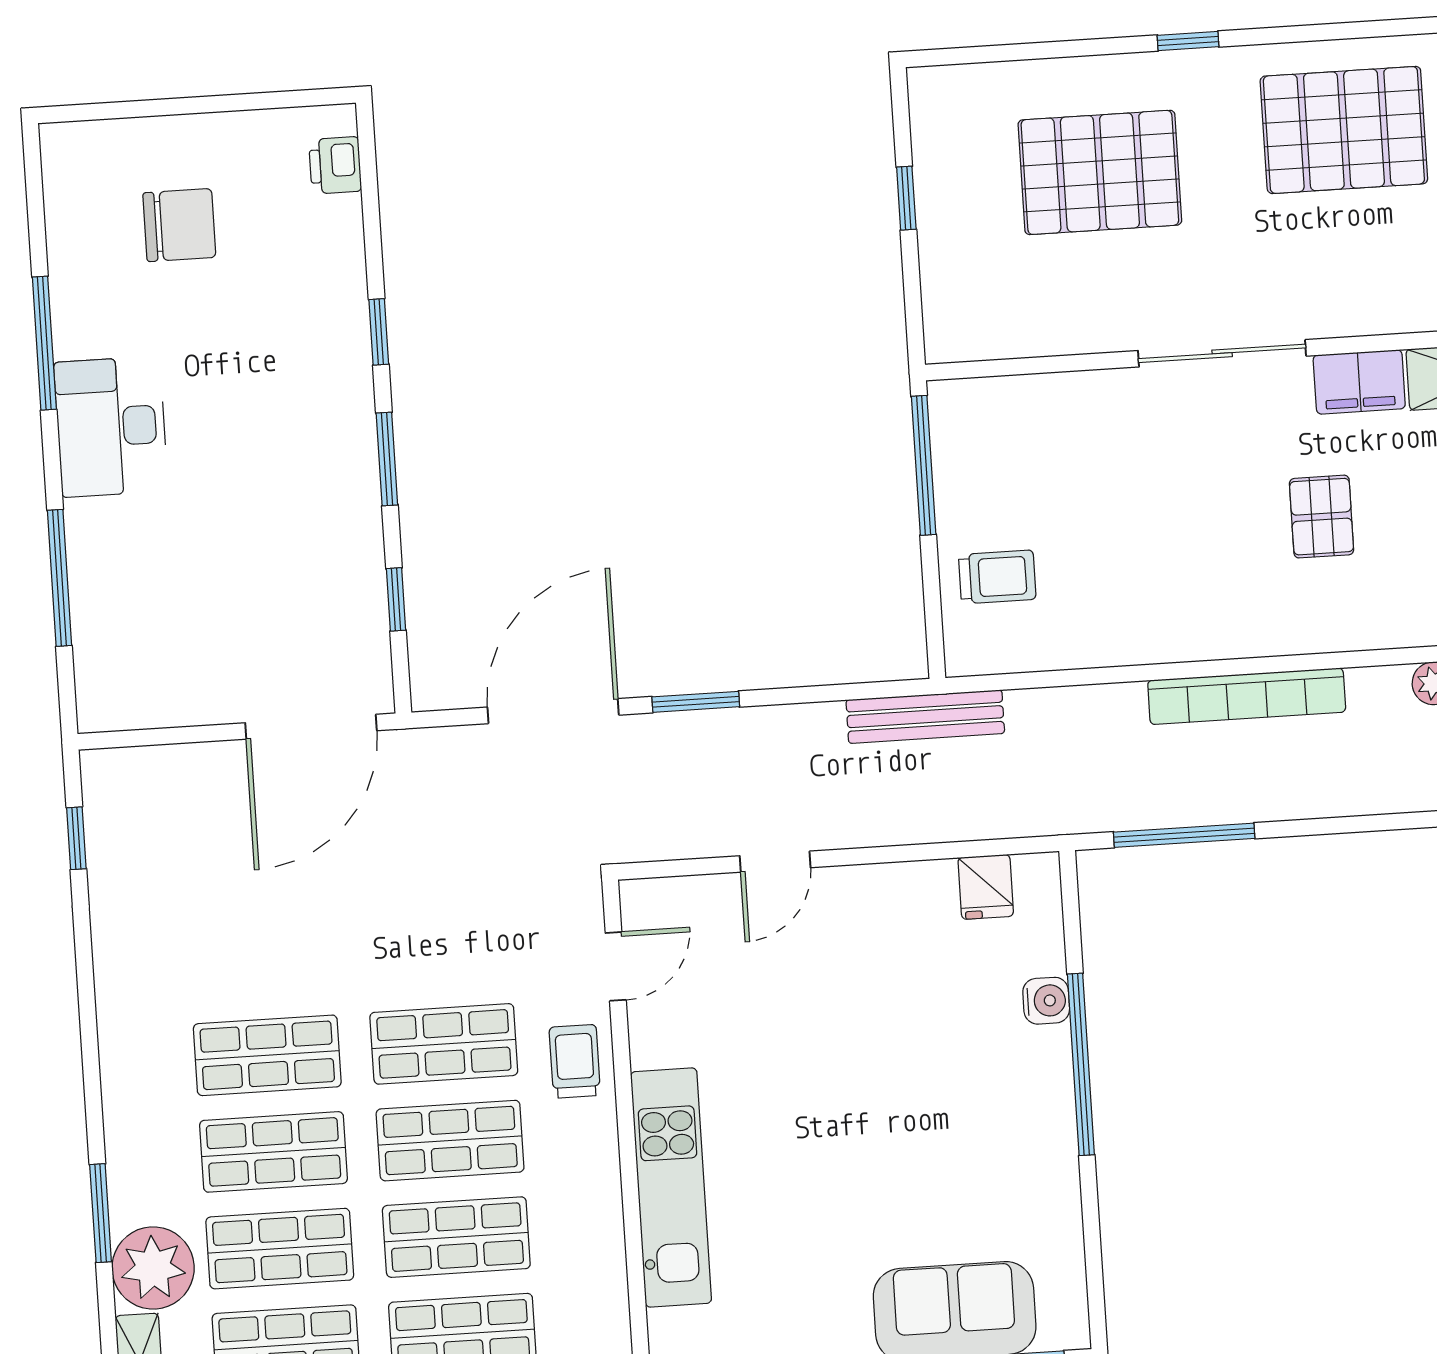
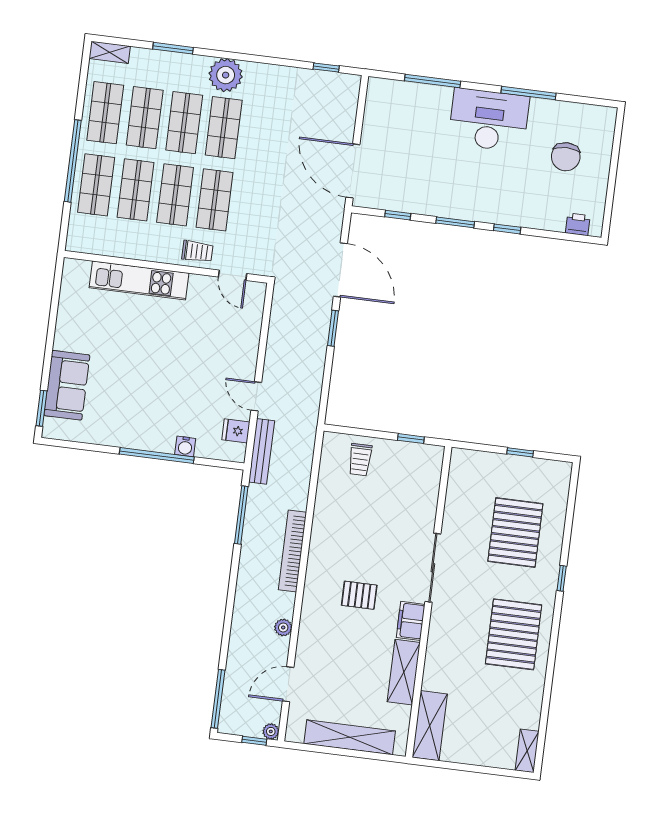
desk: (111, 427) -> (489, 120), width x1.36, depth x1.30
window: (924, 465) -> (411, 439), width x0.46
bench: (925, 717) -> (262, 451), moved
door: (775, 862) -> (256, 396), moved
plant: (153, 1268) -> (226, 75), moved

